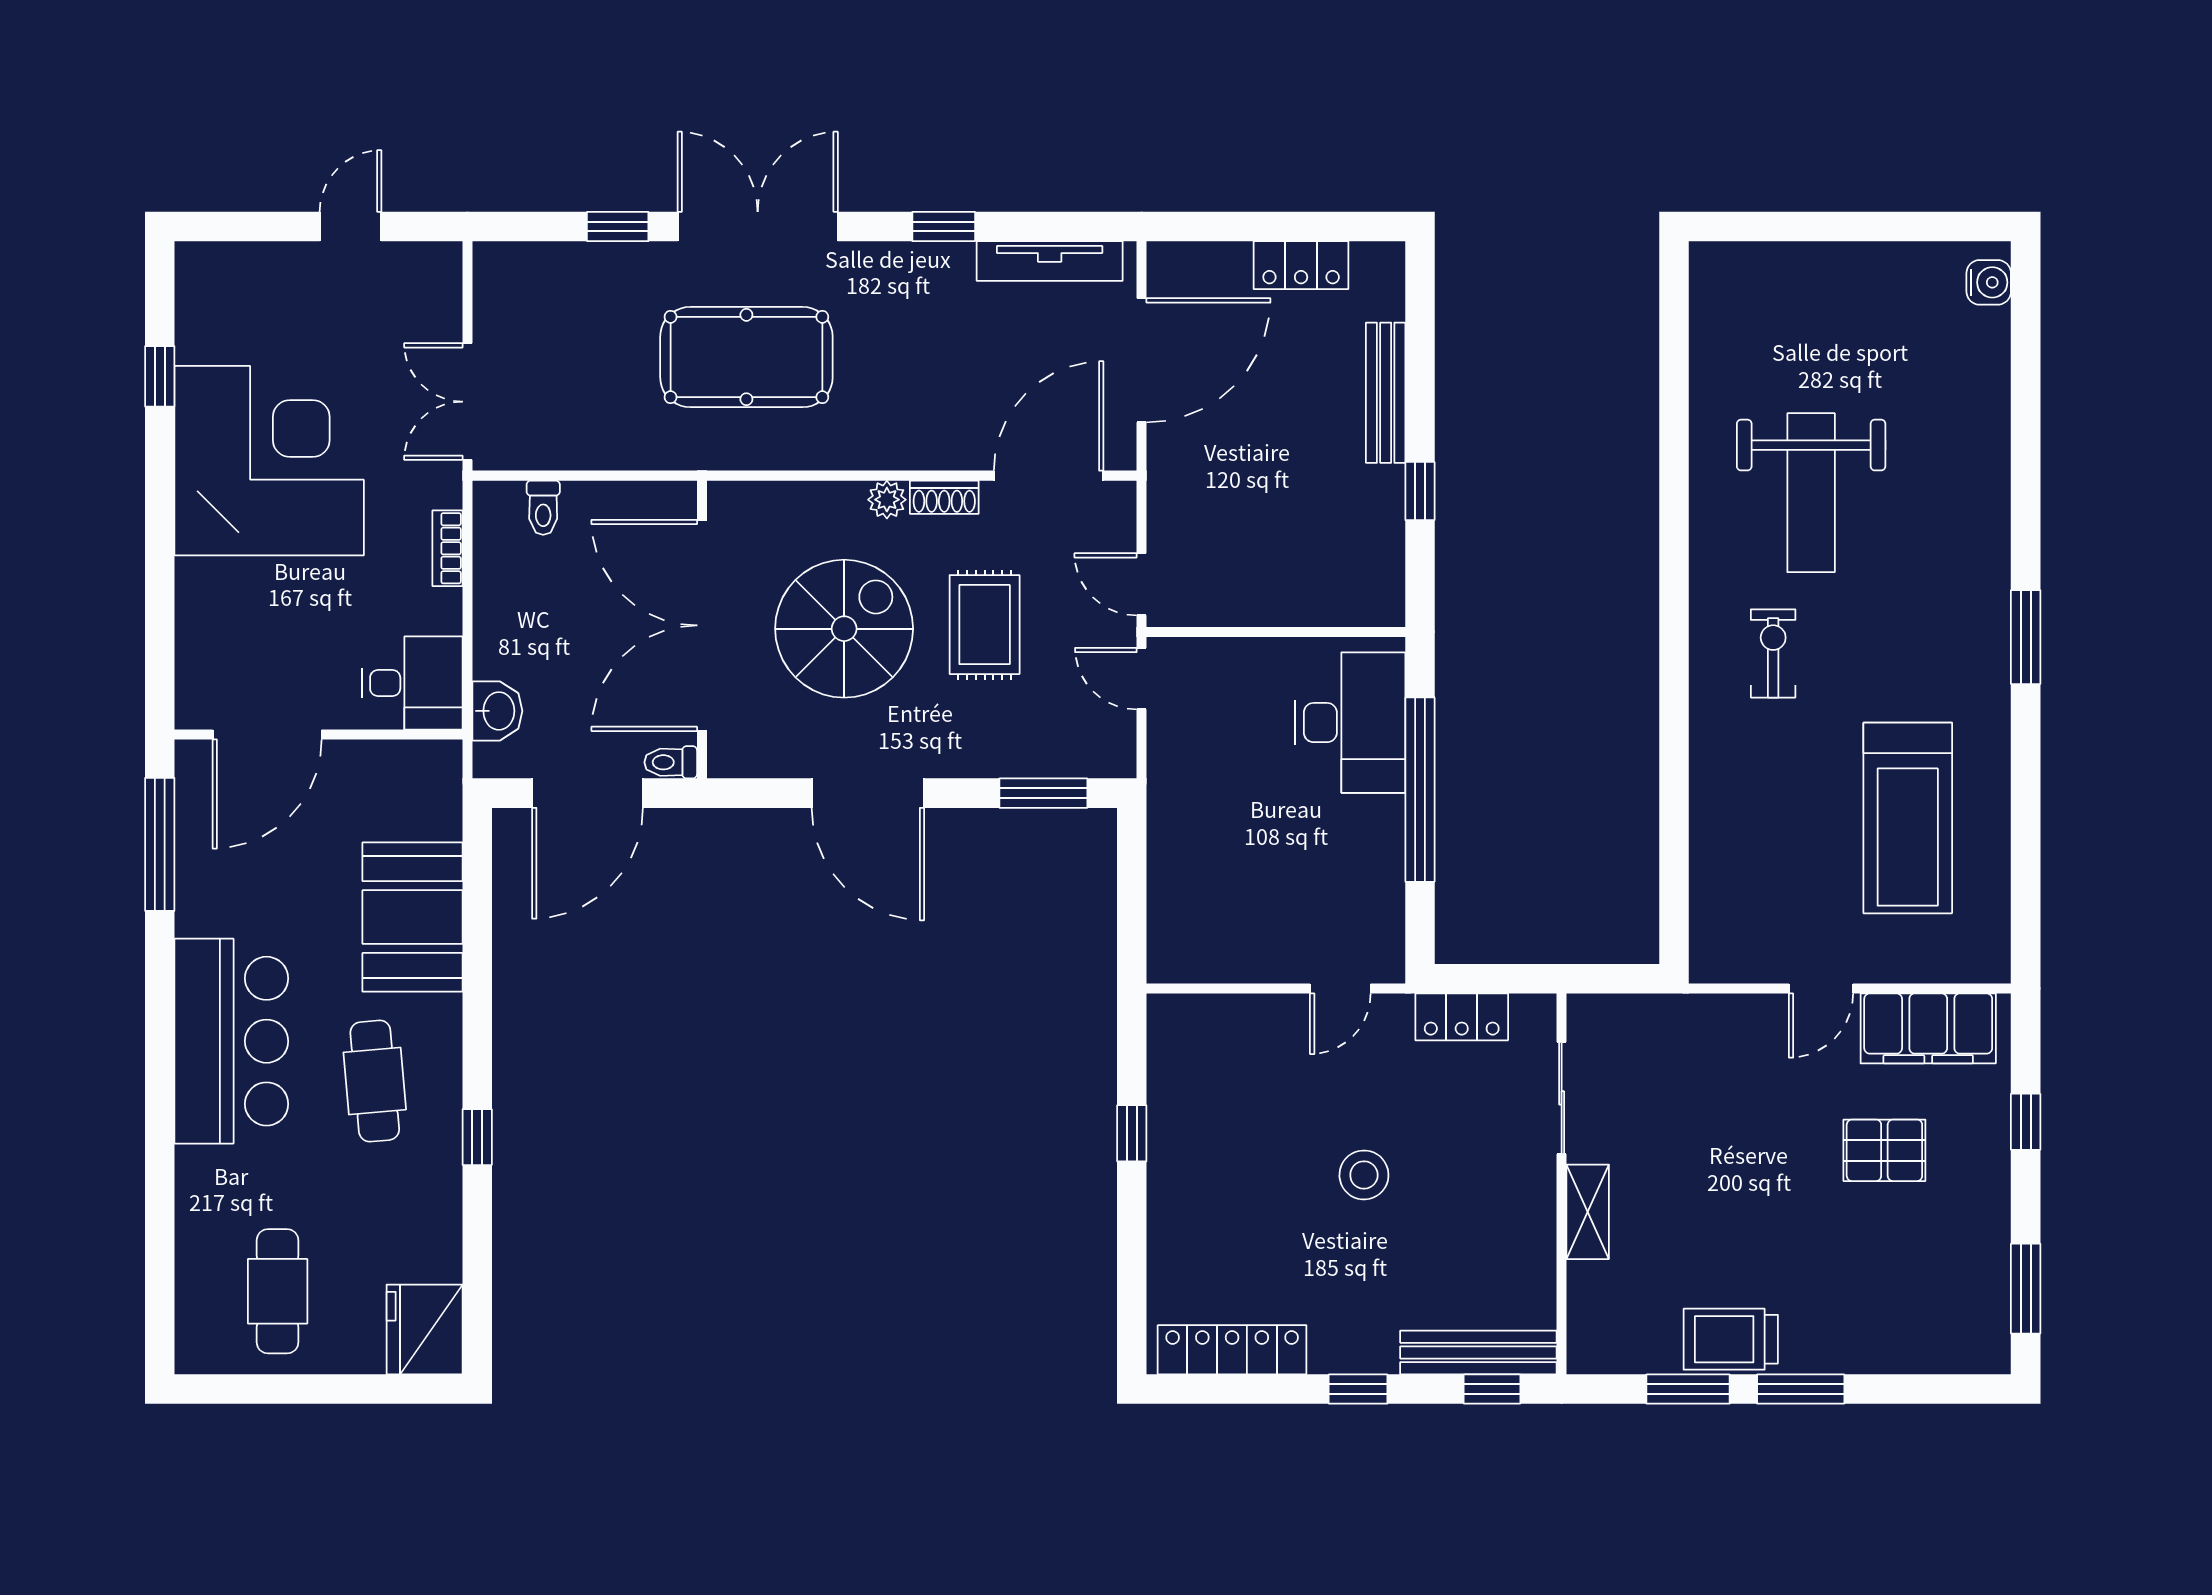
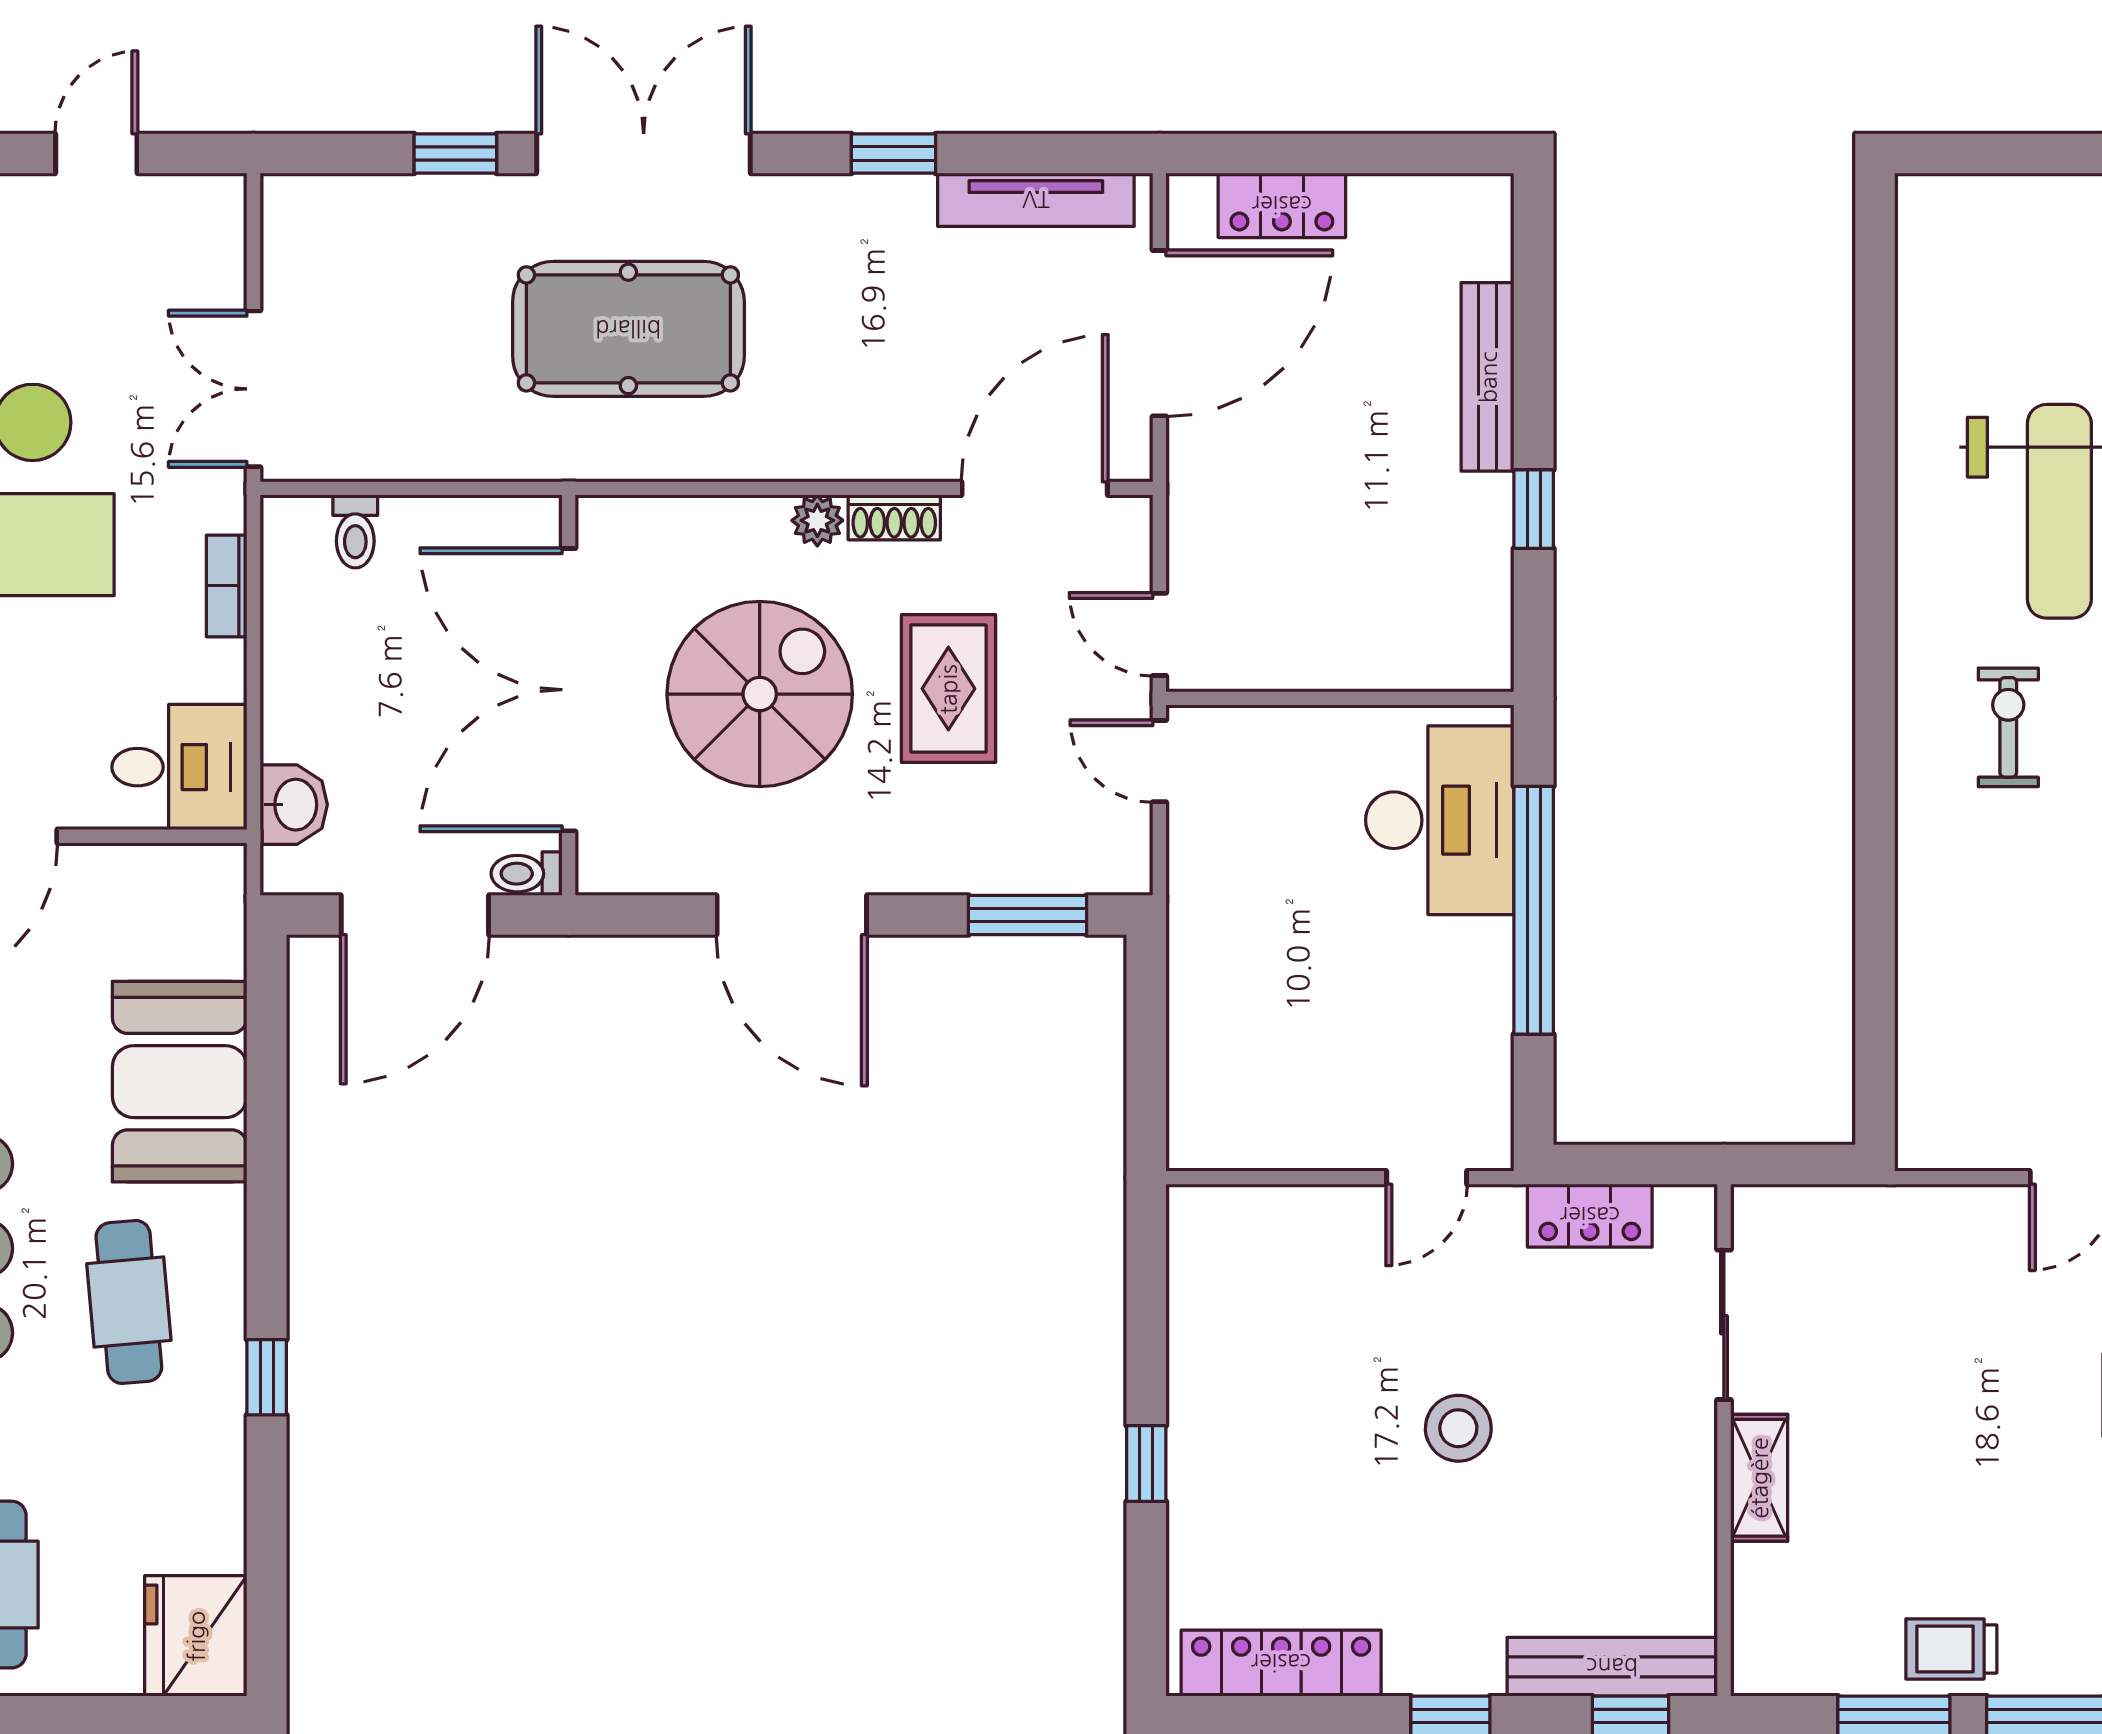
locker: (1301, 265) -> (1282, 205), moved
window: (1132, 1133) -> (1146, 1464), moved
trolley: (1731, 1339) -> (1951, 1649), width x0.73, depth x0.72

